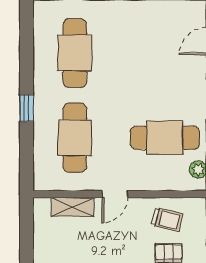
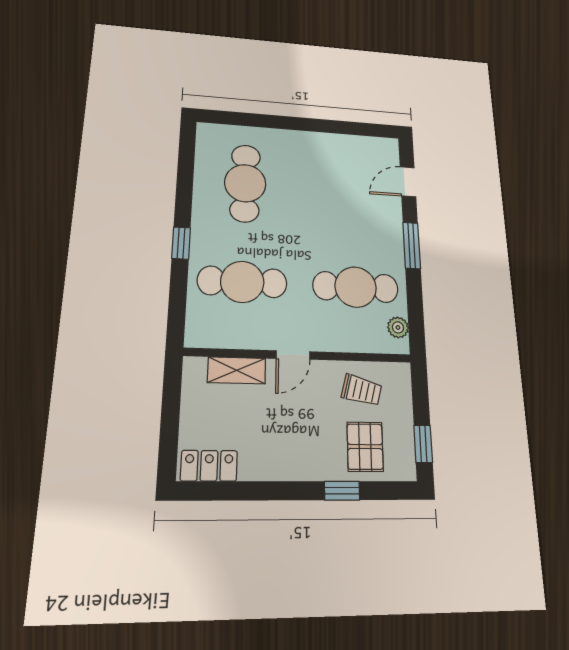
cafe table: (75, 138) -> (242, 282), turned 90

